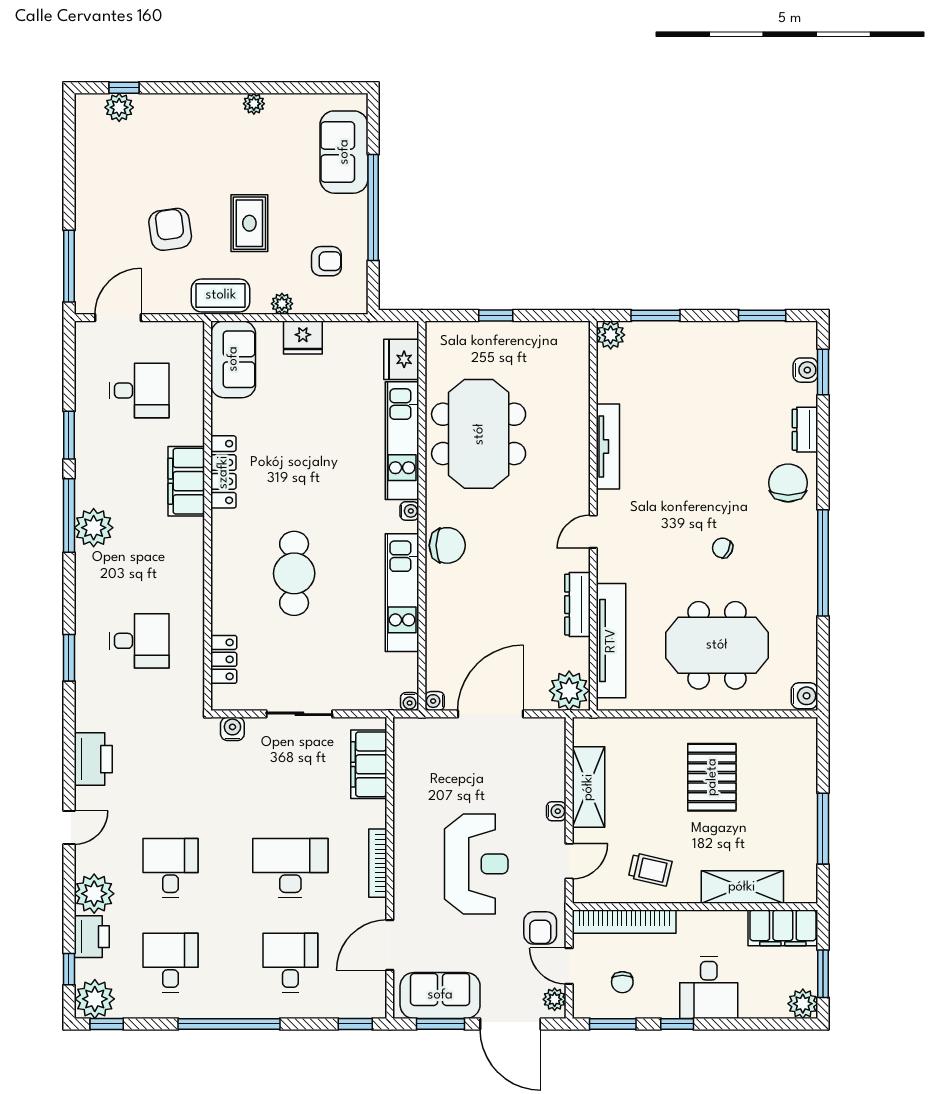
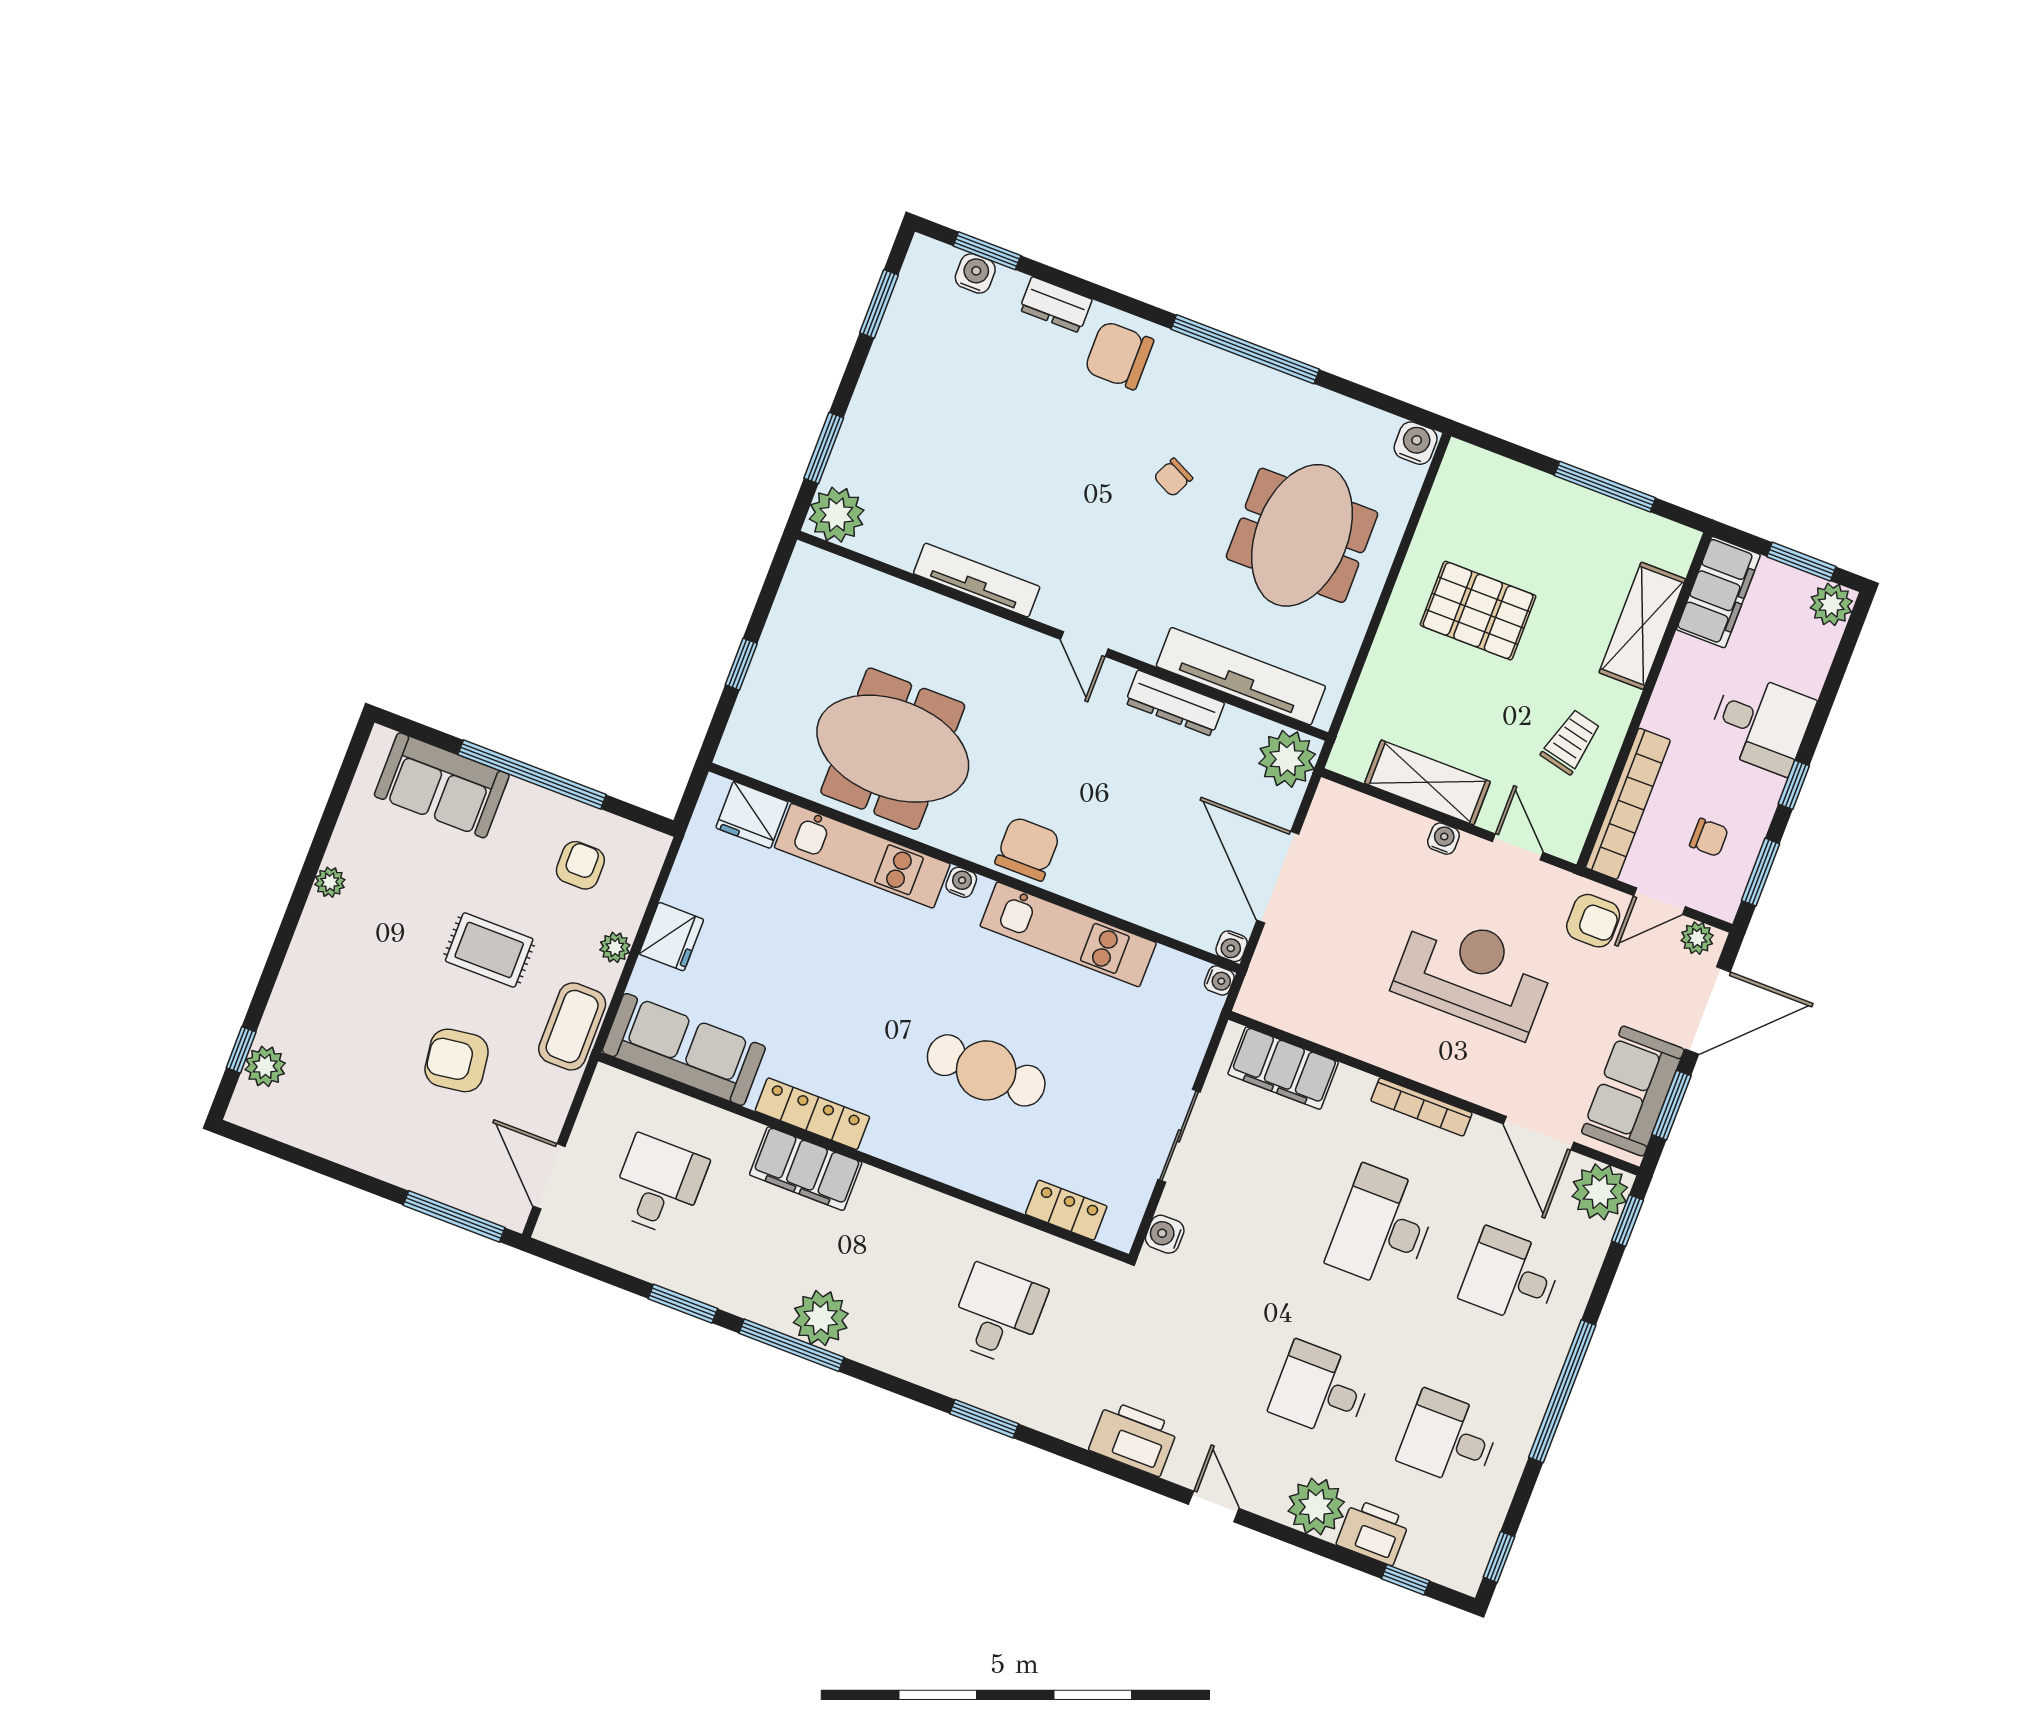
plant: (611, 335) -> (837, 515), width x1.36, depth x1.36
sofa: (233, 359) -> (684, 1049), width x1.36
plant: (95, 999) -> (1600, 1192), moved

